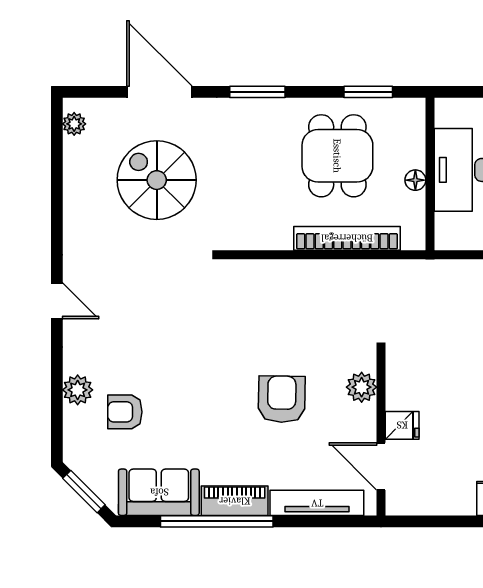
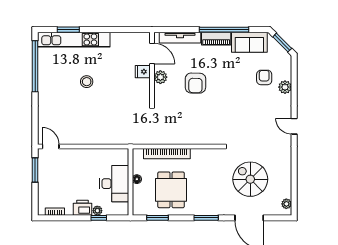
spiral stairs: (157, 180) -> (250, 179), turned 180
plant: (362, 387) -> (160, 77), moved
armchair: (125, 412) -> (264, 77), turned -90

